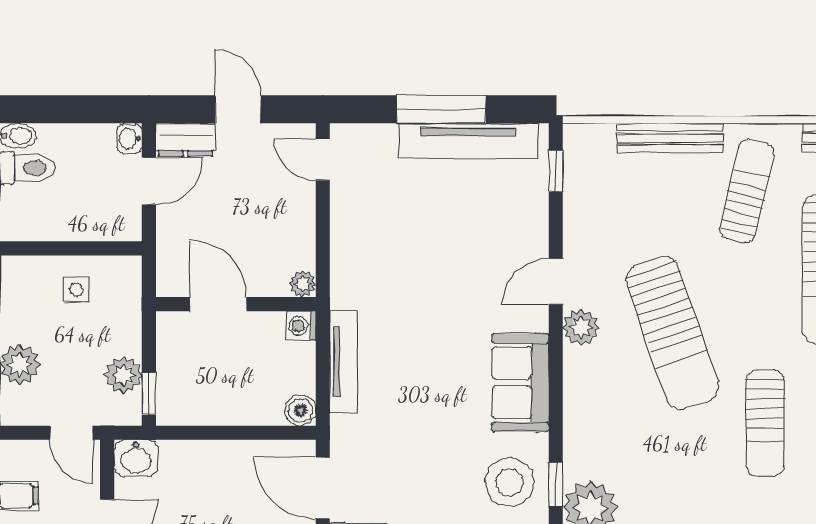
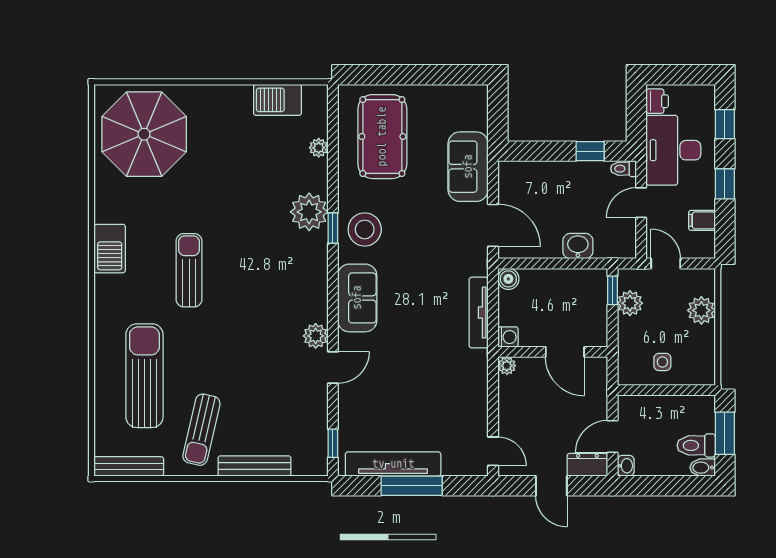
sun lounger: (672, 333) -> (253, 332), removed
washbasin: (136, 458) -> (578, 246), moved

